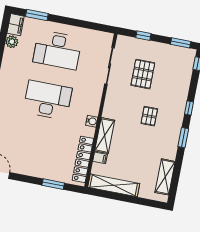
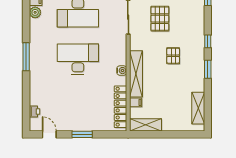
shelving: (105, 136) -> (136, 74), width x1.47
window: (53, 184) -> (82, 134), moved
shelving: (114, 185) -> (146, 125), width x0.68

